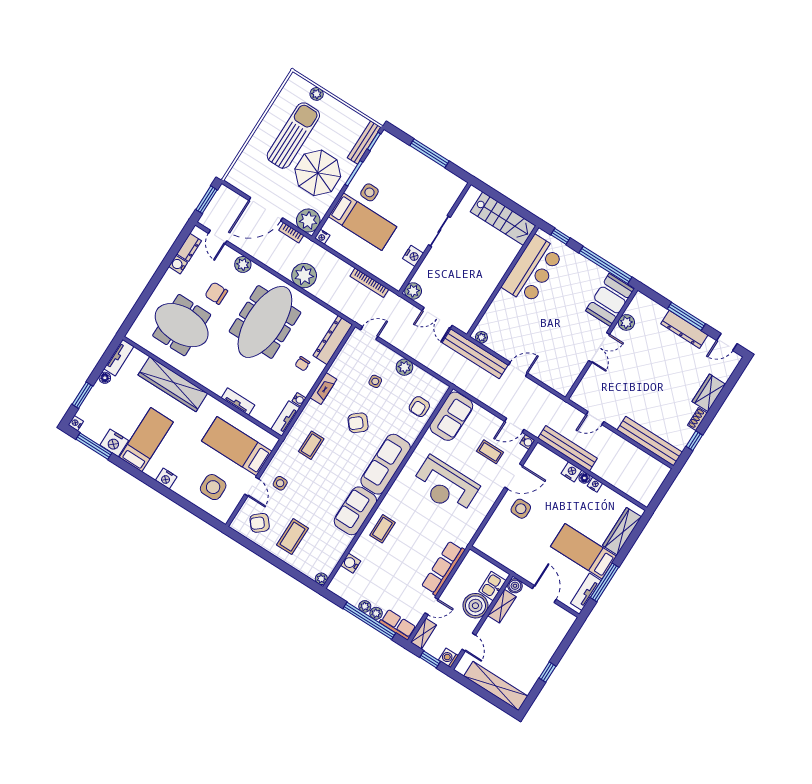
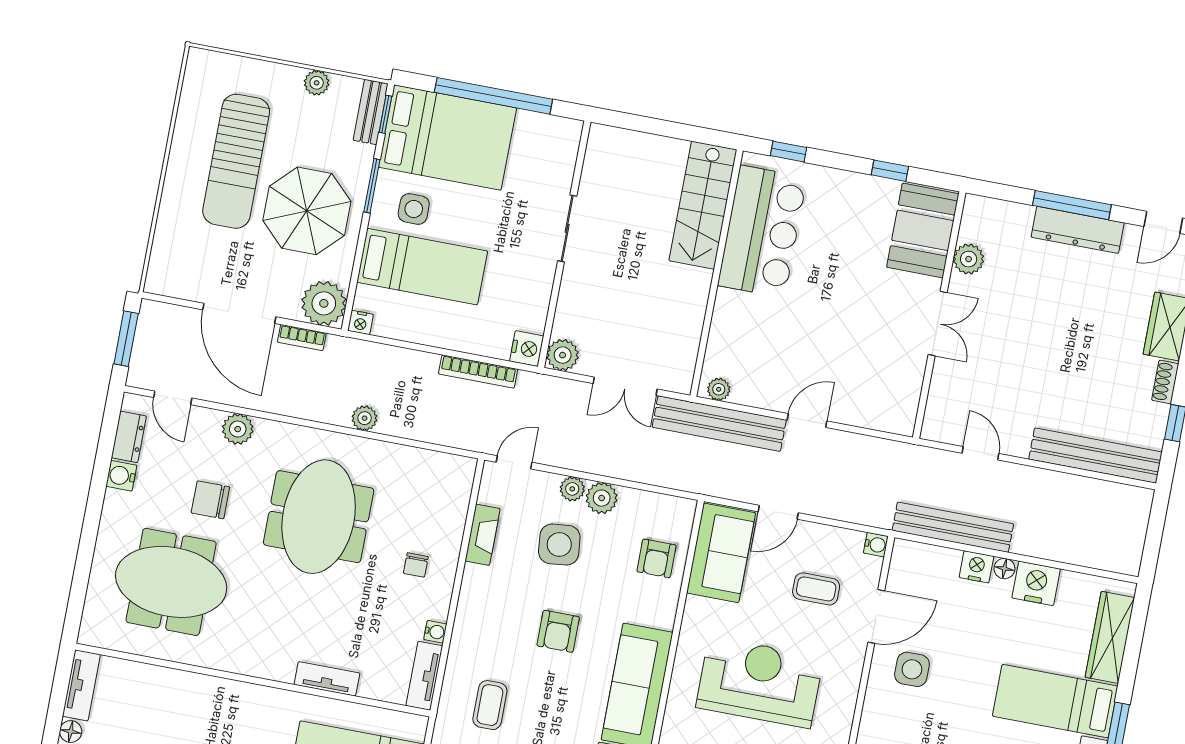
plant: (317, 94) -> (317, 83), moved
sun lounger: (293, 136) -> (236, 161), turned 180
bench: (364, 143) -> (371, 112), width x0.73
window: (429, 153) -> (493, 96), width x1.46
bed: (399, 165) -> (448, 138), added
door: (266, 209) -> (239, 313), hinge flipped
stairs: (503, 219) -> (703, 205), moved, turned 90
nightstand: (413, 256) -> (527, 349), moved
window: (605, 265) -> (890, 171), width x0.32
plant: (304, 276) -> (365, 418), width x0.53, depth x0.53
meeting table: (265, 322) -> (319, 517), width x0.73
dresser: (333, 340) -> (453, 501), removed
plant: (392, 357) -> (572, 489), added
side table: (375, 381) -> (559, 545), width x1.87, depth x1.87
wardrobe: (173, 384) -> (197, 694), removed
fireplace: (323, 388) -> (483, 535), moved
door: (595, 418) -> (980, 453), swing flipped
armchair: (358, 423) -> (558, 631), turned -50
door: (514, 425) -> (778, 512), moved
nightstand: (595, 485) -> (1036, 583), width x1.89, depth x1.79
reception desk: (445, 486) -> (760, 682), turned 180

